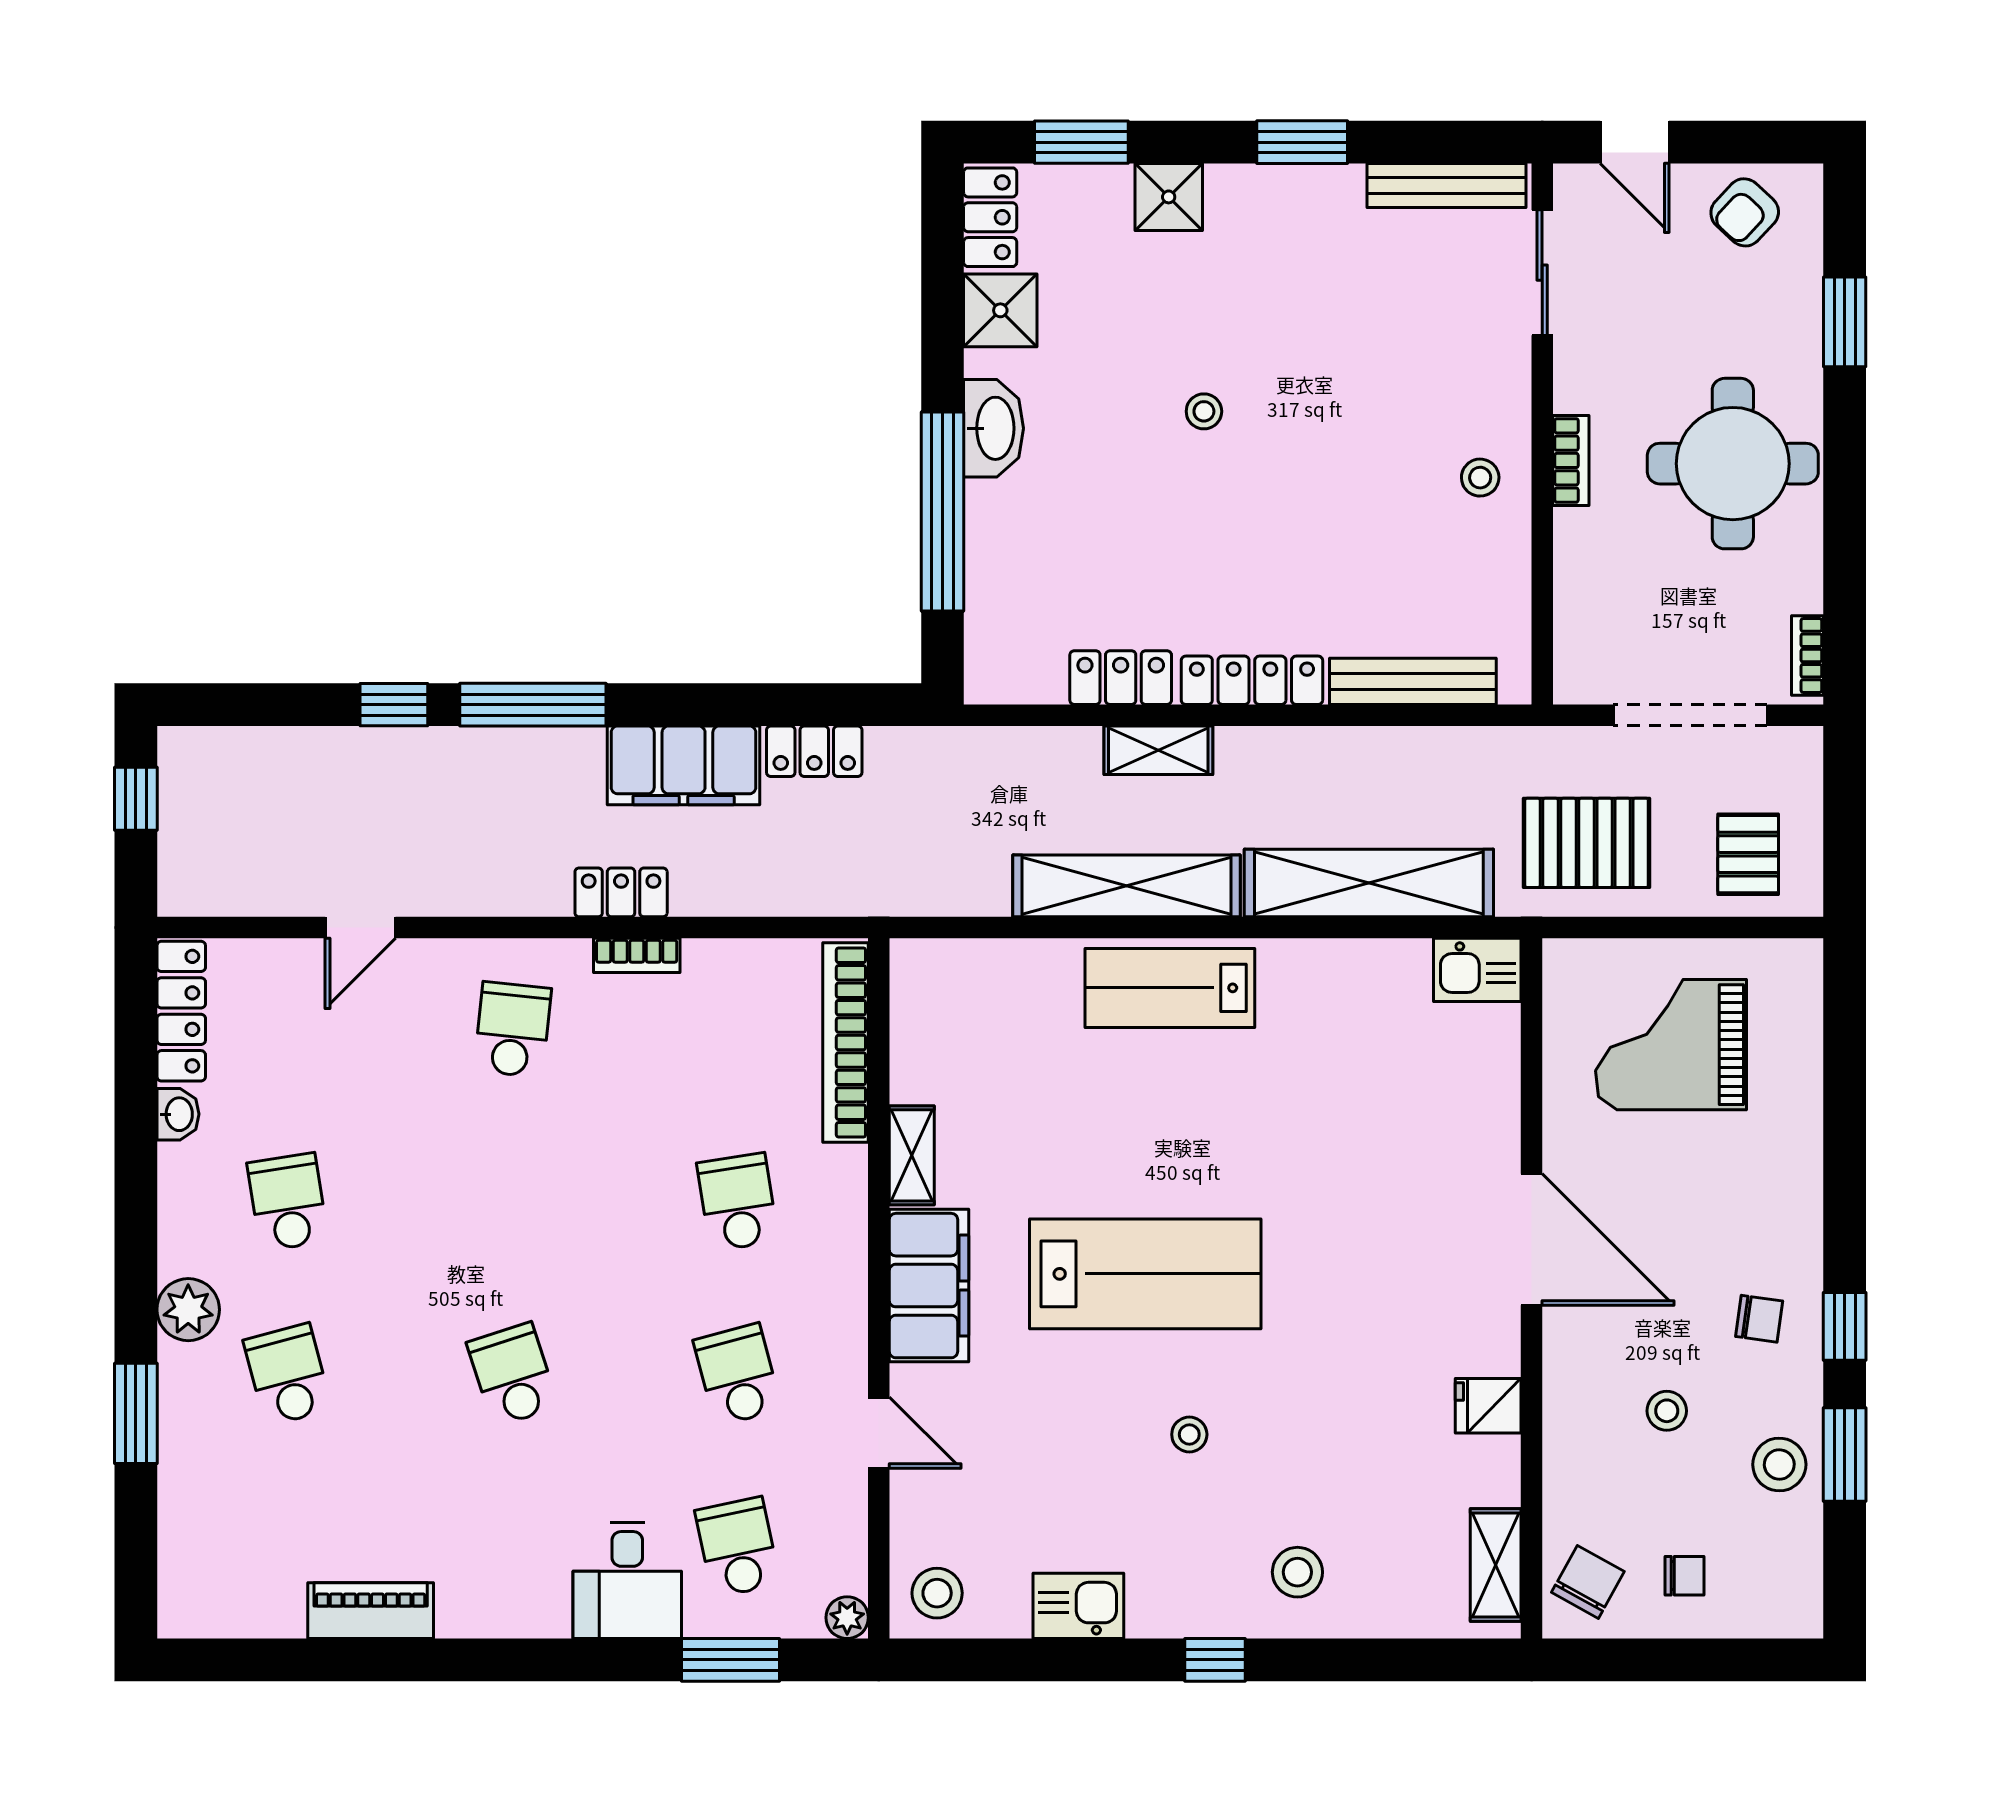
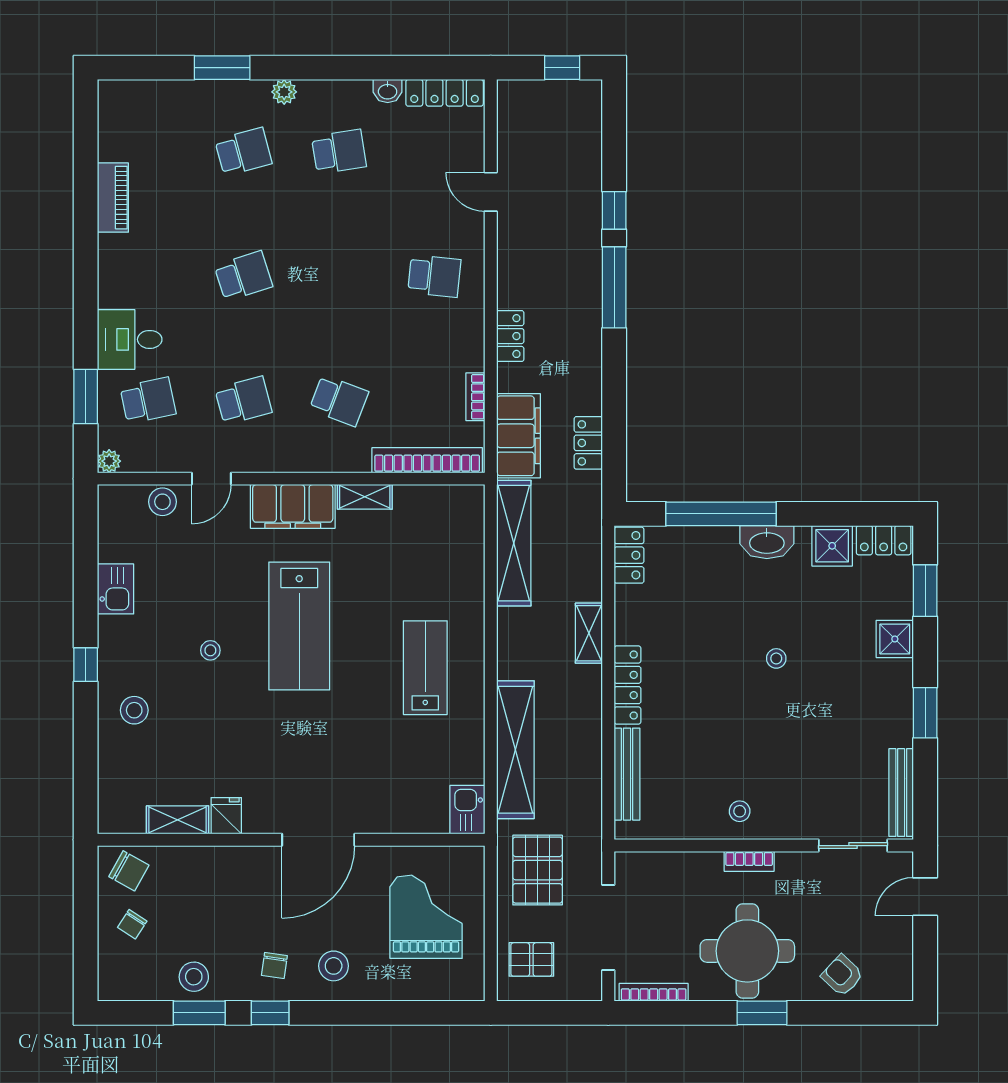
armchair: (1745, 212) -> (842, 975), moved
window: (1845, 322) -> (762, 1013), moved
bookcase: (1808, 656) -> (654, 992), width x1.56
locker: (1121, 678) -> (629, 555), moved
filing cabinet: (684, 765) -> (518, 436), moved, turned 180
shelving: (1126, 886) -> (514, 543), moved
bookcase: (637, 955) -> (475, 397), moved
lab bench: (1170, 988) -> (425, 668), moved
school desk: (738, 1202) -> (339, 400), turned 30
plant: (188, 1310) -> (284, 92), width x0.73, depth x0.73
stool: (1667, 1411) -> (334, 966), moved, width x1.37, depth x1.37
shelving: (1496, 1565) -> (178, 820), moved
chair: (1684, 1576) -> (132, 924), turned 33
stool: (937, 1593) -> (162, 502), moved

